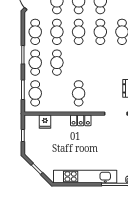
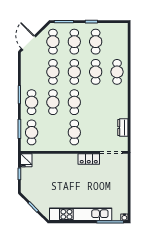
cafe table: (35, 32) -> (74, 102), moved
locker: (81, 120) -> (89, 159), moved
fridge: (45, 122) -> (26, 160), moved

